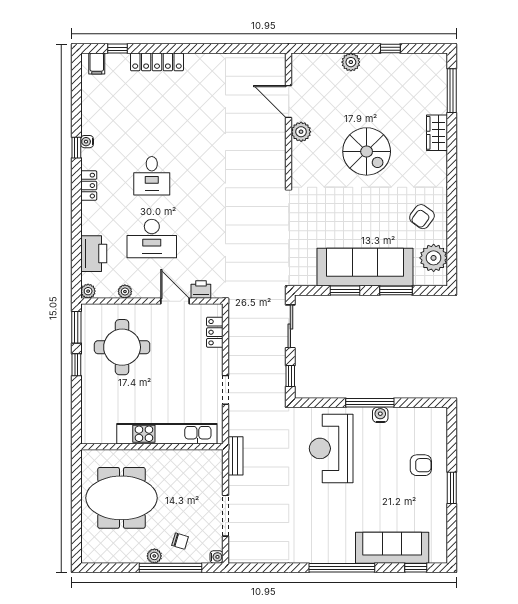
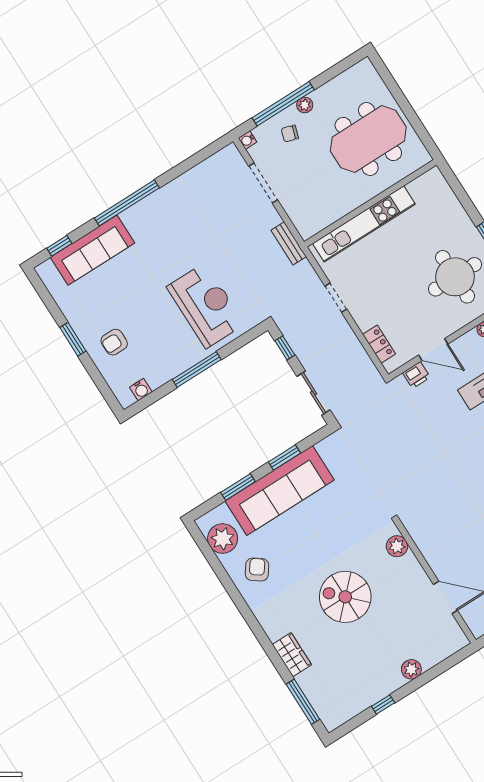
plant: (301, 132) -> (397, 546), moved
water cooler: (380, 415) -> (141, 390), moved

